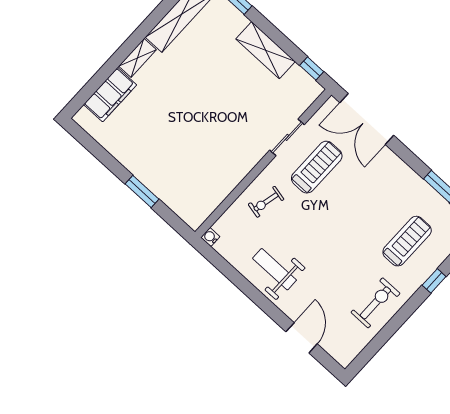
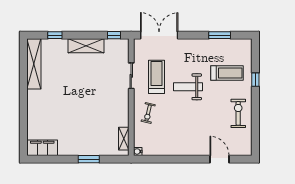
shelving: (138, 58) -> (124, 139), moved
filing cabinet: (110, 95) -> (42, 148), moved, turned -90
double door: (367, 119) -> (159, 35), swing flipped
treadmill: (407, 241) -> (227, 73), turned 90
weight bench: (275, 269) -> (188, 87), moved

